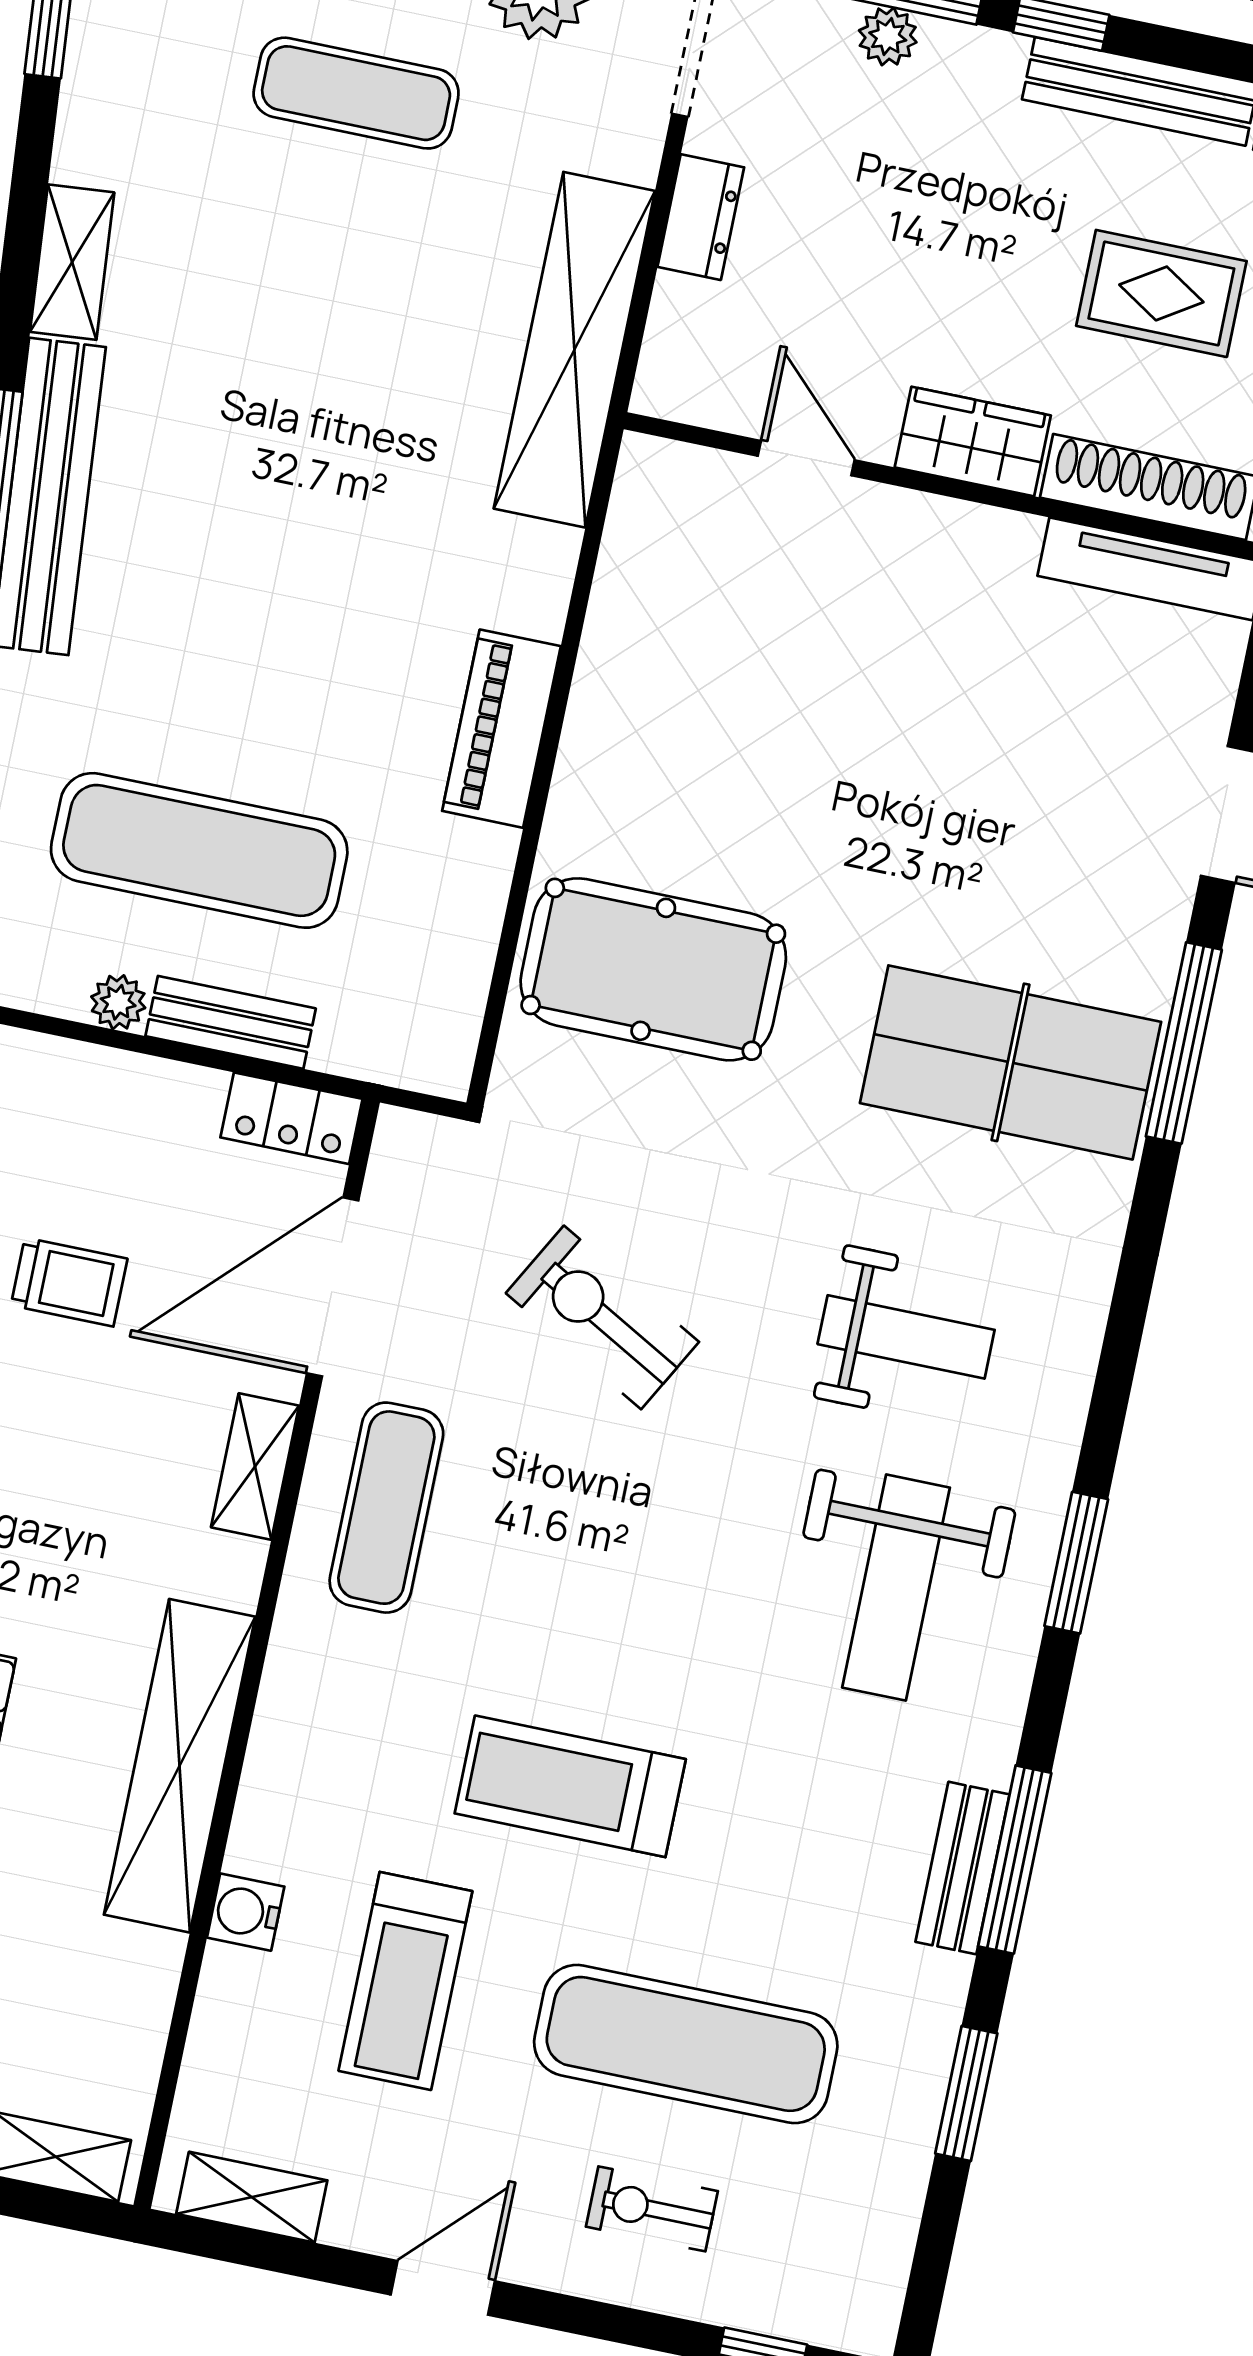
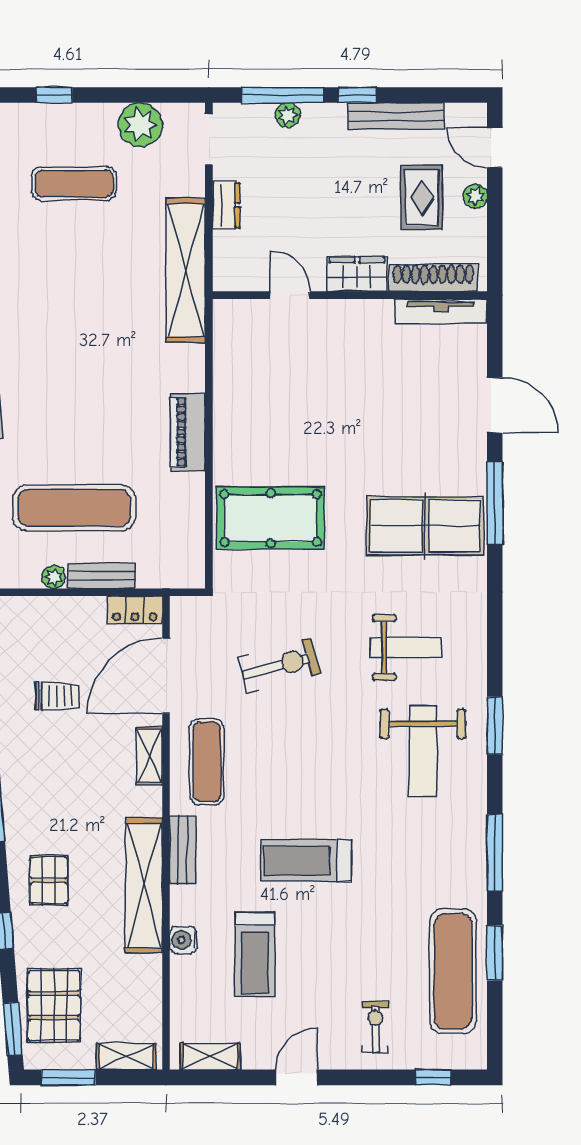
rug: (1161, 293) -> (422, 197), turned 90
exercise bike: (602, 1317) -> (279, 665), turned 136
bench: (962, 1868) -> (183, 850), moved
exercise mat: (686, 2044) -> (453, 971), moved, turned 90
exercise bike: (652, 2209) -> (375, 1027), turned 90

